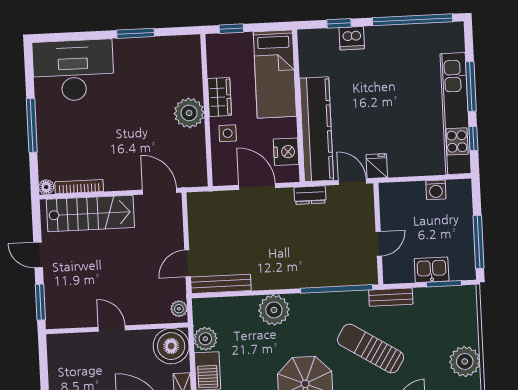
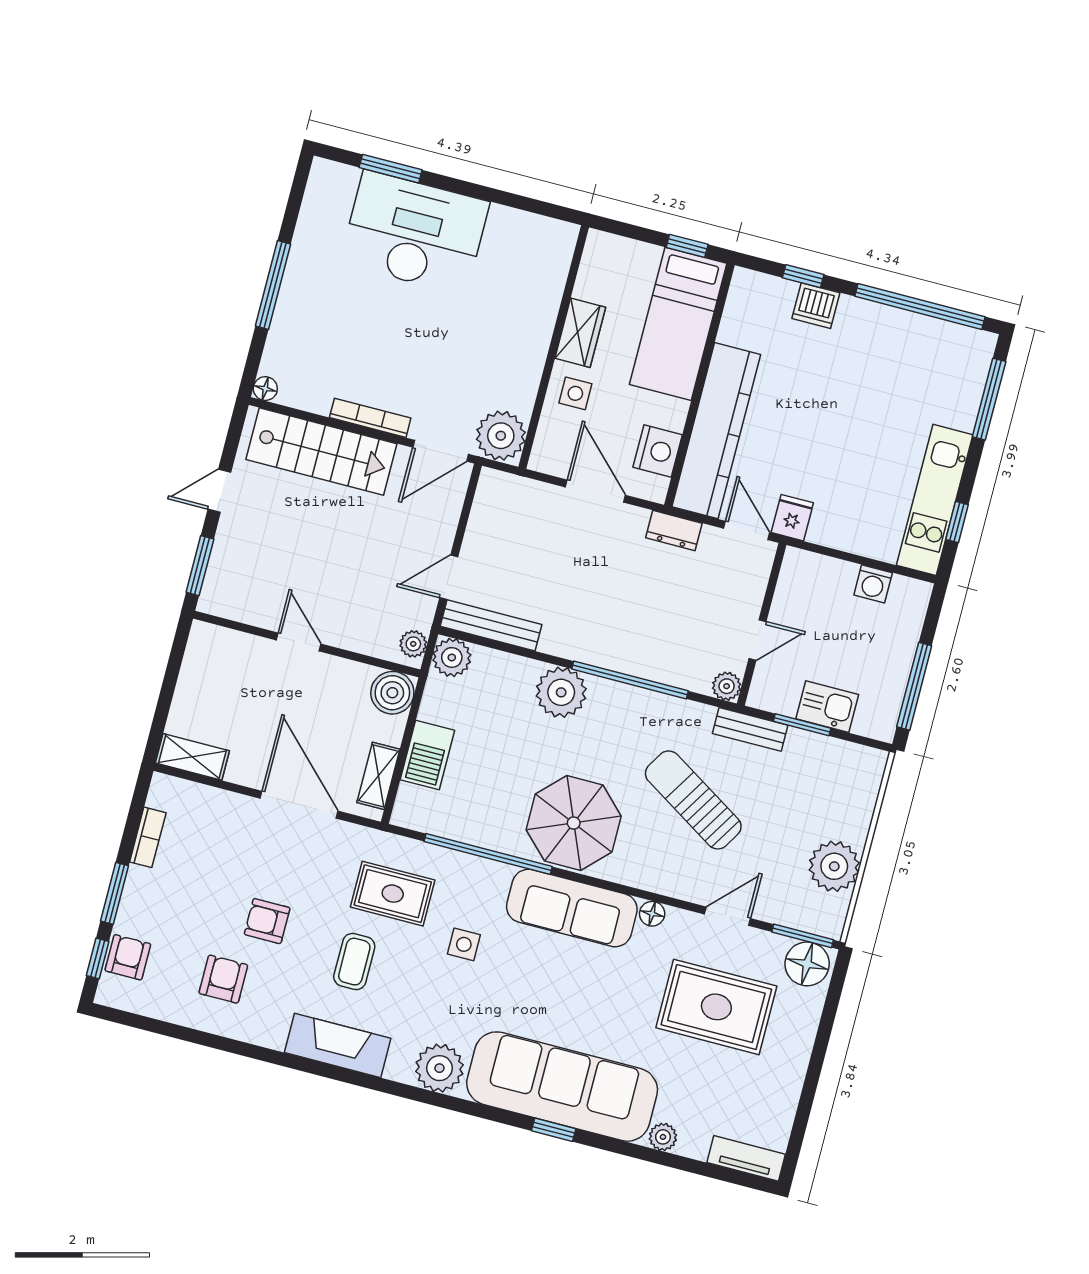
window: (231, 29) -> (687, 246), moved
window: (136, 33) -> (391, 169), moved
desk: (73, 70) -> (415, 233), moved
window: (471, 87) -> (989, 399), moved
plant: (189, 113) -> (501, 436), moved
kitchen unit: (456, 114) -> (935, 500), width x0.73
bookcase: (79, 187) -> (370, 418), moved
door: (160, 191) -> (441, 451), swing flipped
door: (38, 255) -> (219, 491), hinge flipped
plant: (369, 276) -> (727, 686), added
window: (444, 284) -> (802, 725), moved
window: (337, 289) -> (630, 680), moved
plant: (205, 339) -> (452, 657), moved
boiler: (171, 346) -> (392, 693), width x0.73, depth x0.73

